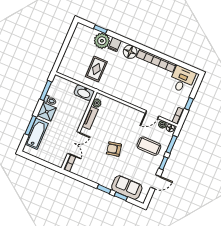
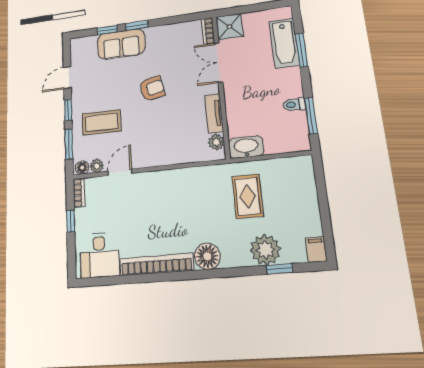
filing cabinet: (115, 44) -> (316, 249), moved
shower: (47, 112) -> (230, 27), moved
sofa: (127, 188) -> (121, 44), moved

